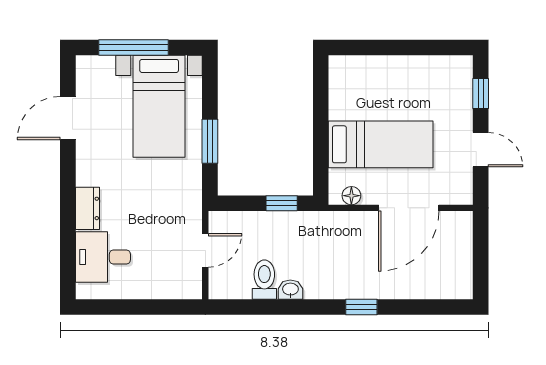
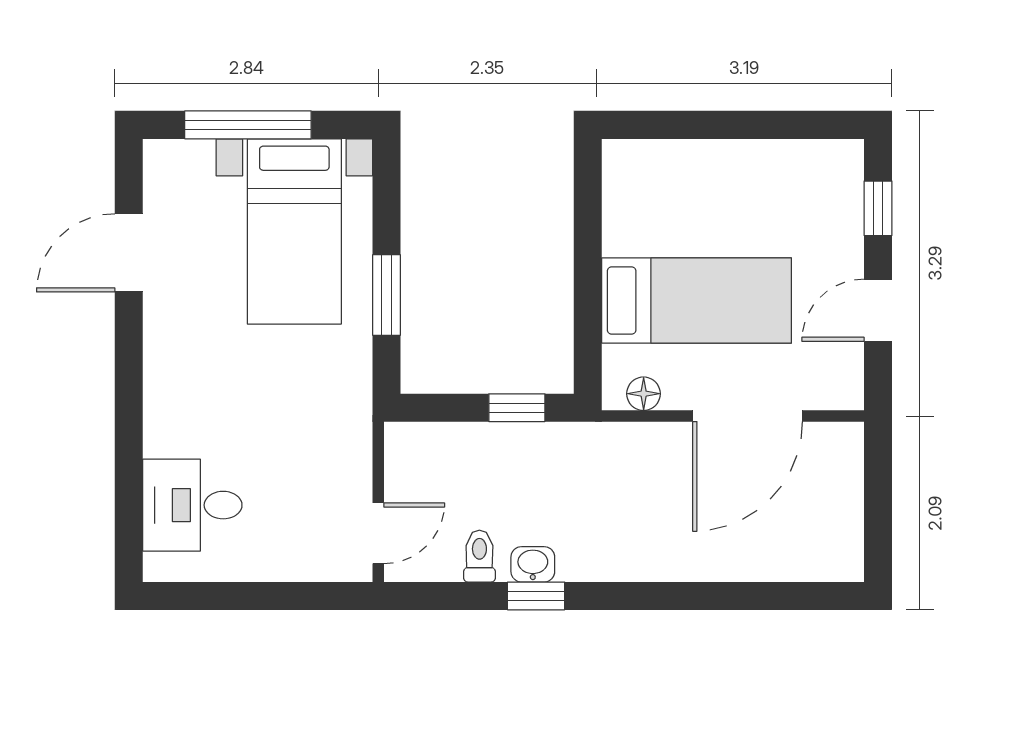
door: (481, 150) -> (878, 310), swing flipped
dresser: (87, 208) -> (164, 417), removed
door: (205, 250) -> (378, 533), moved
toilet: (264, 280) -> (479, 556), width x0.73, depth x0.72
window: (361, 307) -> (536, 596), moved

